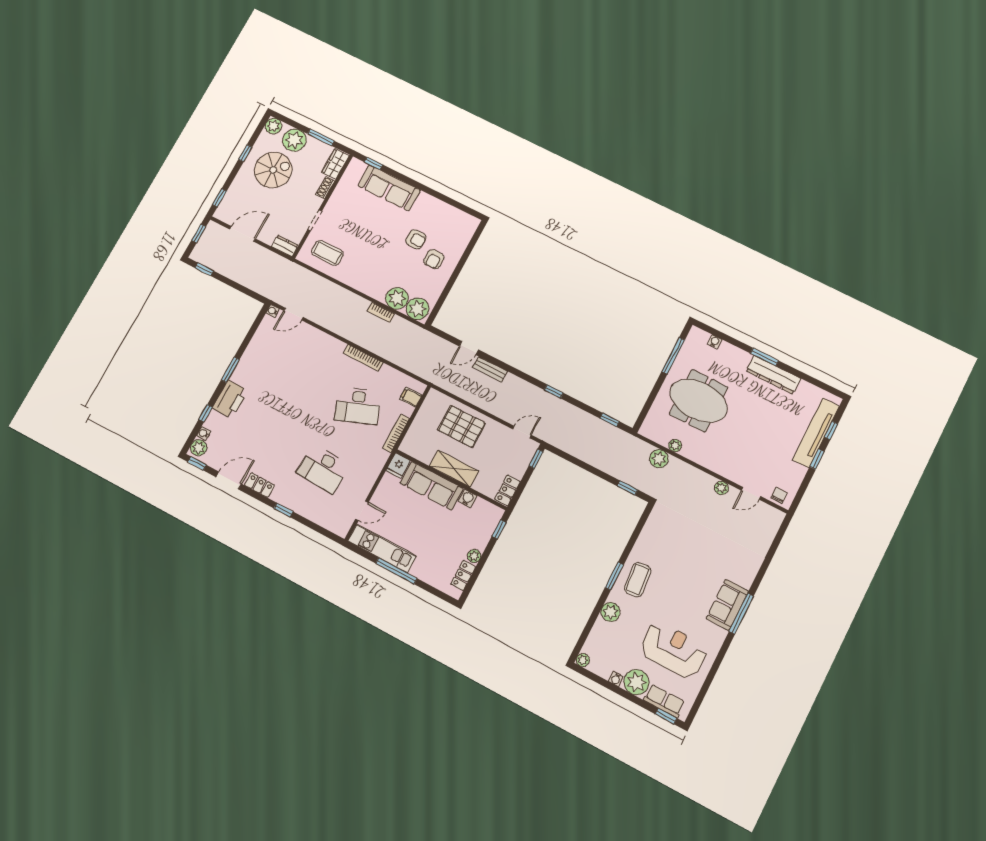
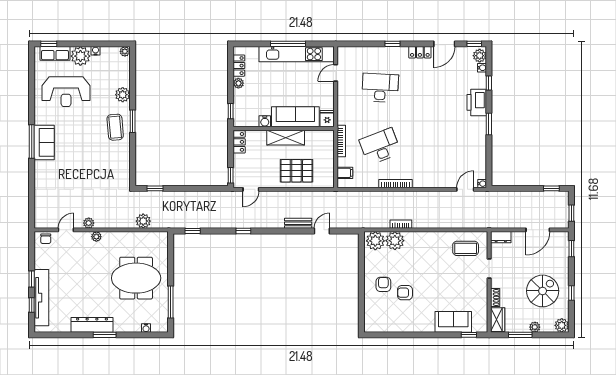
plant: (294, 140) -> (535, 327), width x0.53, depth x0.53
spiral stairs: (273, 170) -> (543, 291), turned 180
sofa: (389, 188) -> (453, 322), width x0.73
plant: (675, 446) -> (96, 237), moved
kitchen unit: (382, 548) -> (297, 54), width x1.36

